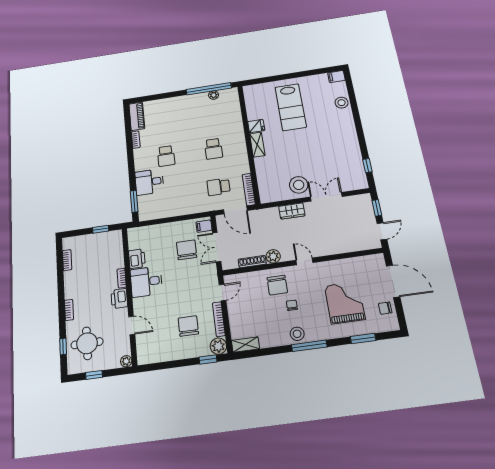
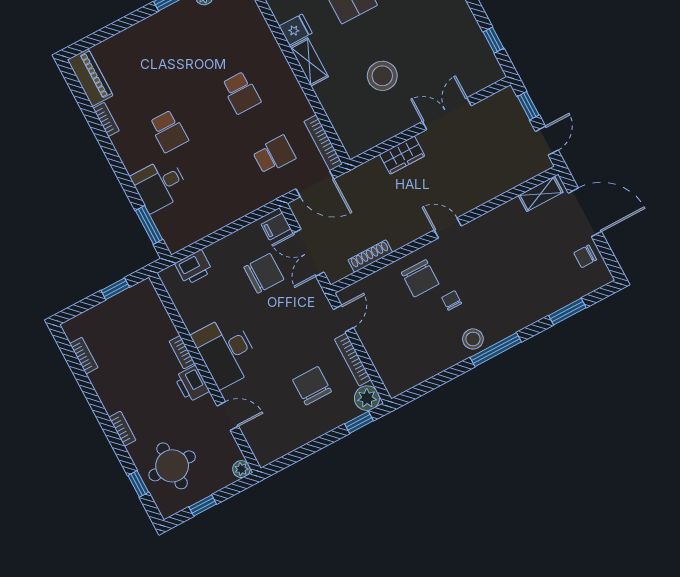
stool: (299, 185) -> (382, 76), moved
school desk: (219, 187) -> (274, 155), turned 180
chair: (187, 250) -> (264, 273), turned 90
plant: (273, 256) -> (399, 237), removed
printer: (137, 259) -> (194, 267), moved, turned 90
desk: (146, 282) -> (226, 351), width x1.37
grand piano: (345, 303) -> (526, 269), removed
shelving: (245, 345) -> (541, 194), moved

